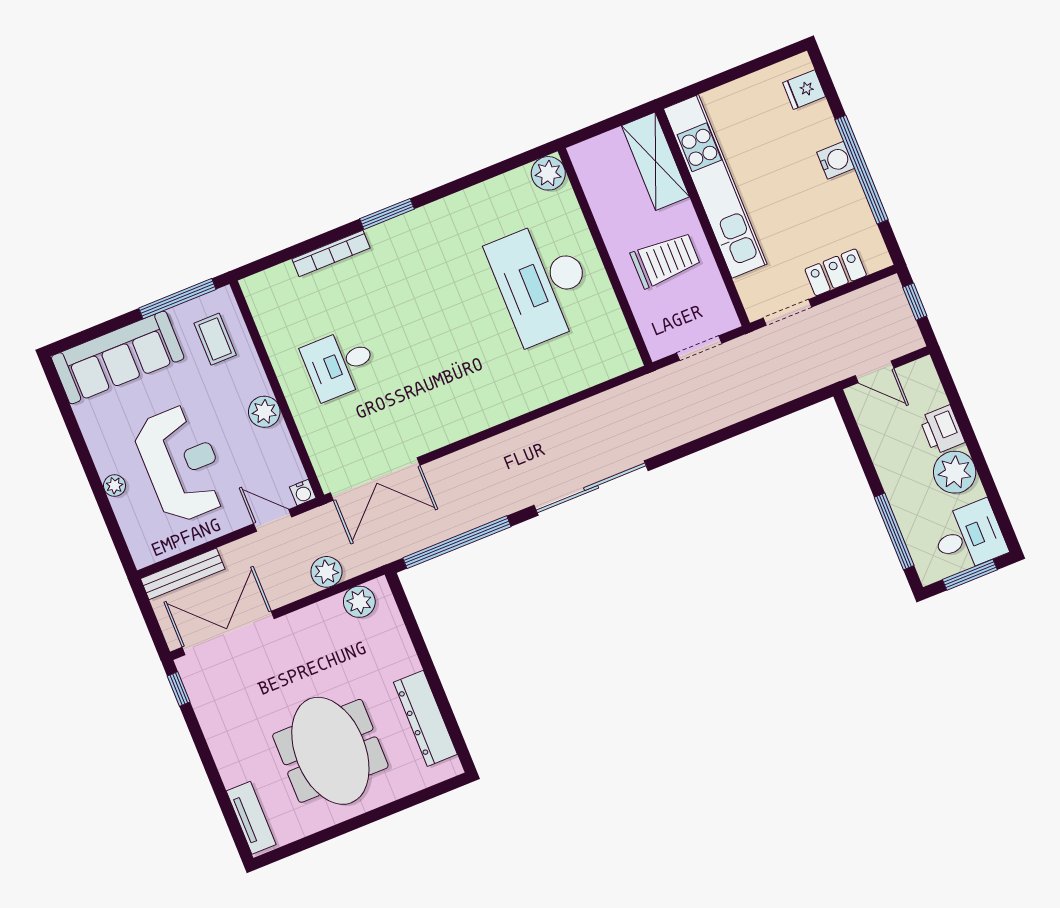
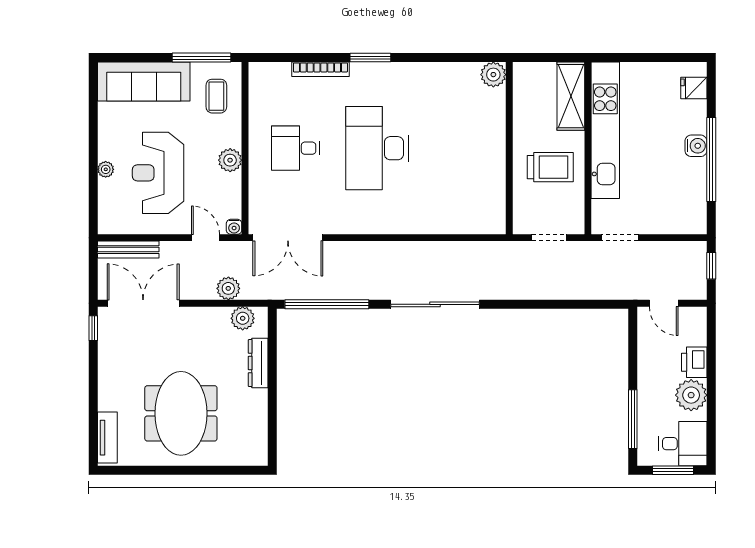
locker: (836, 272) -> (665, 223), removed
desk: (542, 282) -> (377, 148), moved
reception desk: (181, 464) -> (158, 173), turned 180
dresser: (425, 718) -> (258, 363), moved, width x0.73, depth x0.80

